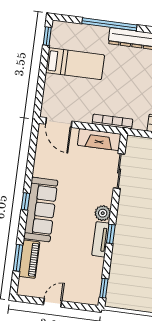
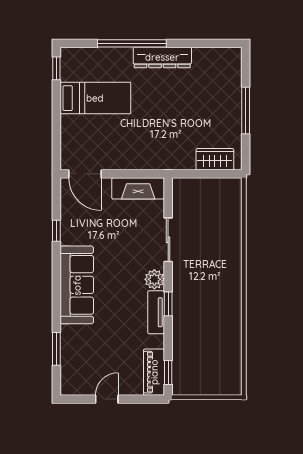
bookcase: (112, 121) -> (152, 164), removed
sliding door: (119, 171) -> (168, 240), moved
window: (25, 201) -> (56, 231), moved
piano: (29, 259) -> (154, 372), moved, turned 180

